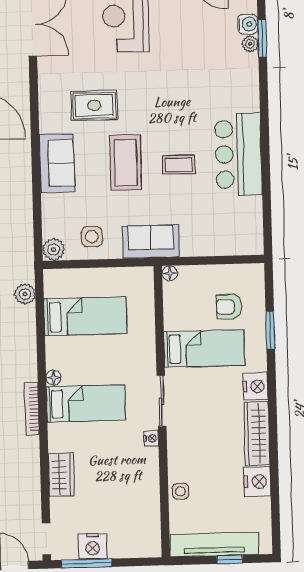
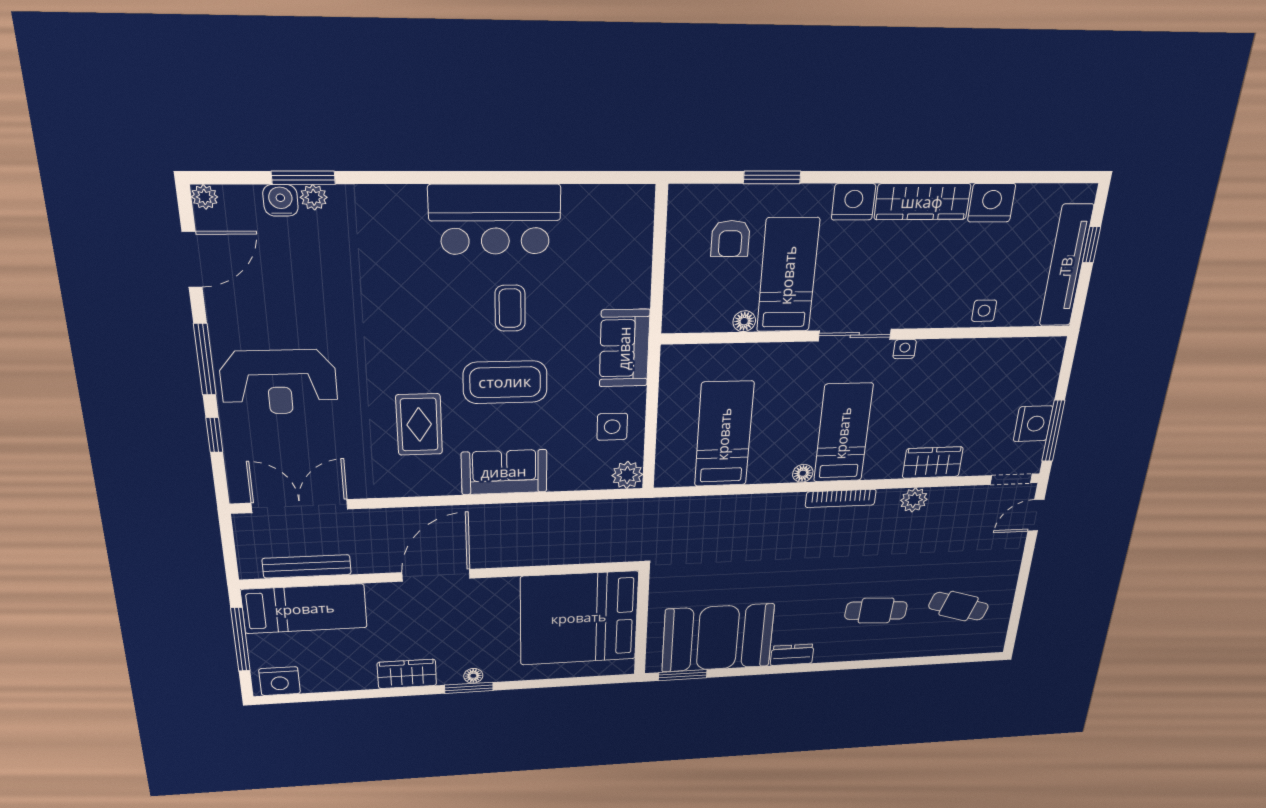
floor lamp: (170, 273) -> (744, 321), moved
plant: (25, 294) -> (914, 500), moved

